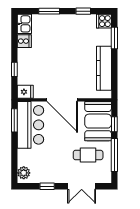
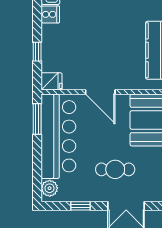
door: (62, 100) -> (100, 92), width x0.73
bar counter: (30, 125) -> (58, 136), width x1.36
cafe table: (88, 155) -> (115, 169), moved

